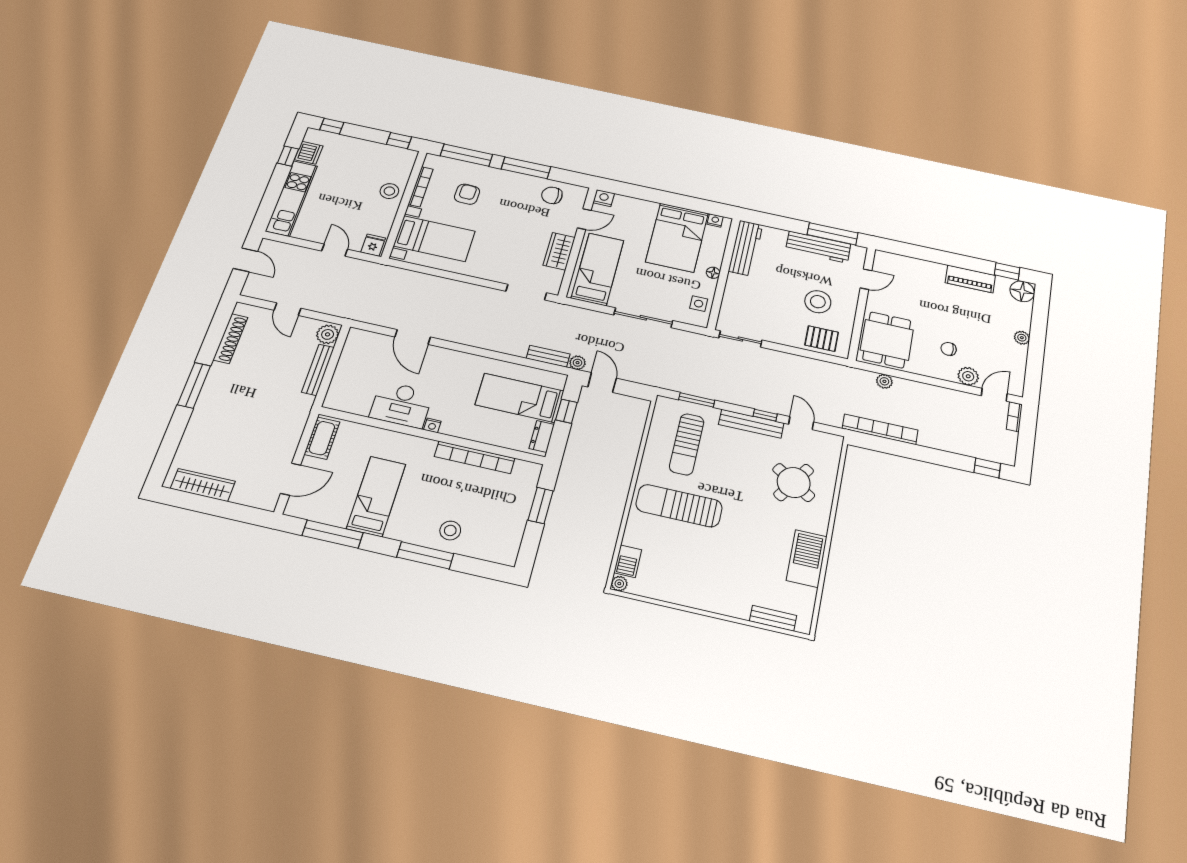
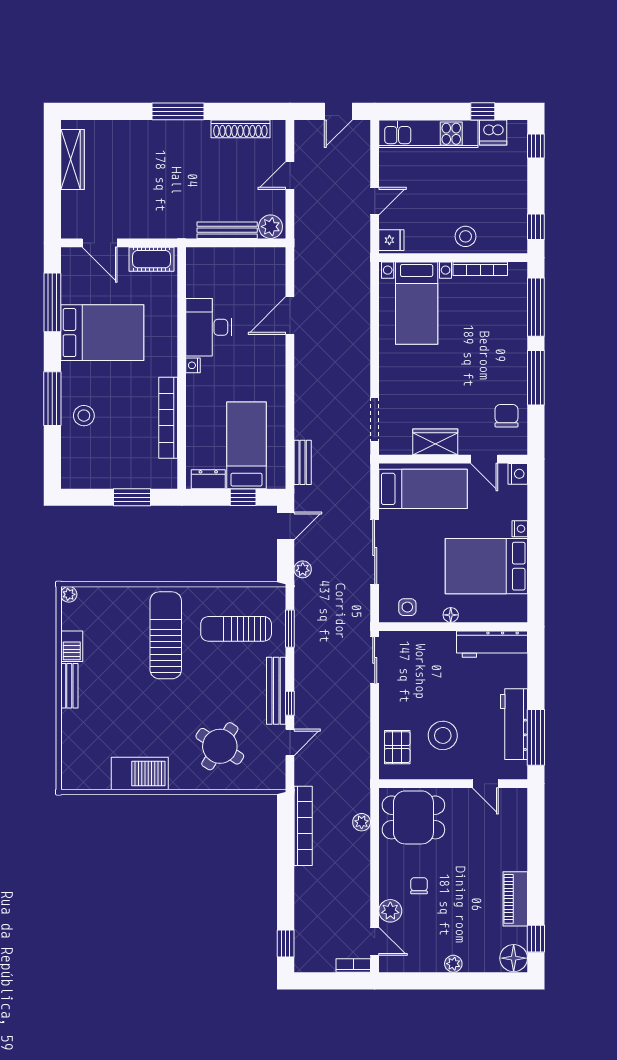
armchair: (467, 194) -> (484, 322), removed
nightstand: (715, 220) -> (520, 529), moved
plant: (578, 363) -> (303, 569), moved
bed: (376, 496) -> (102, 333), width x1.50
barbecue: (628, 561) -> (72, 646), moved, turned -90
bench: (773, 618) -> (69, 686), moved

